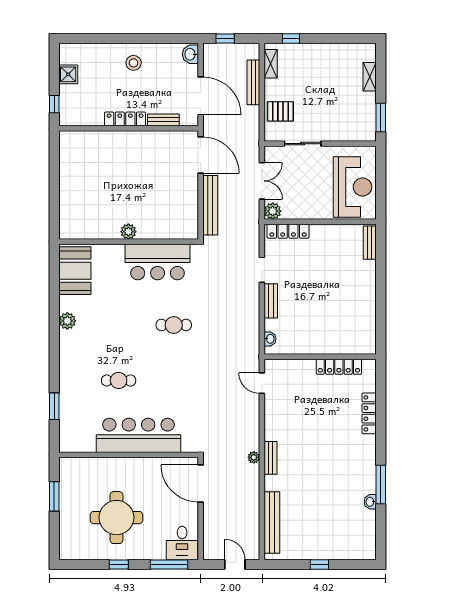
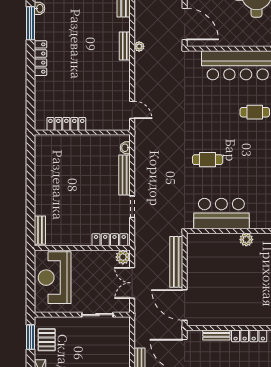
pallet: (280, 111) -> (47, 340), moved, turned 90
bench: (271, 301) -> (125, 175), width x1.36
locker: (369, 413) -> (41, 58), moved

